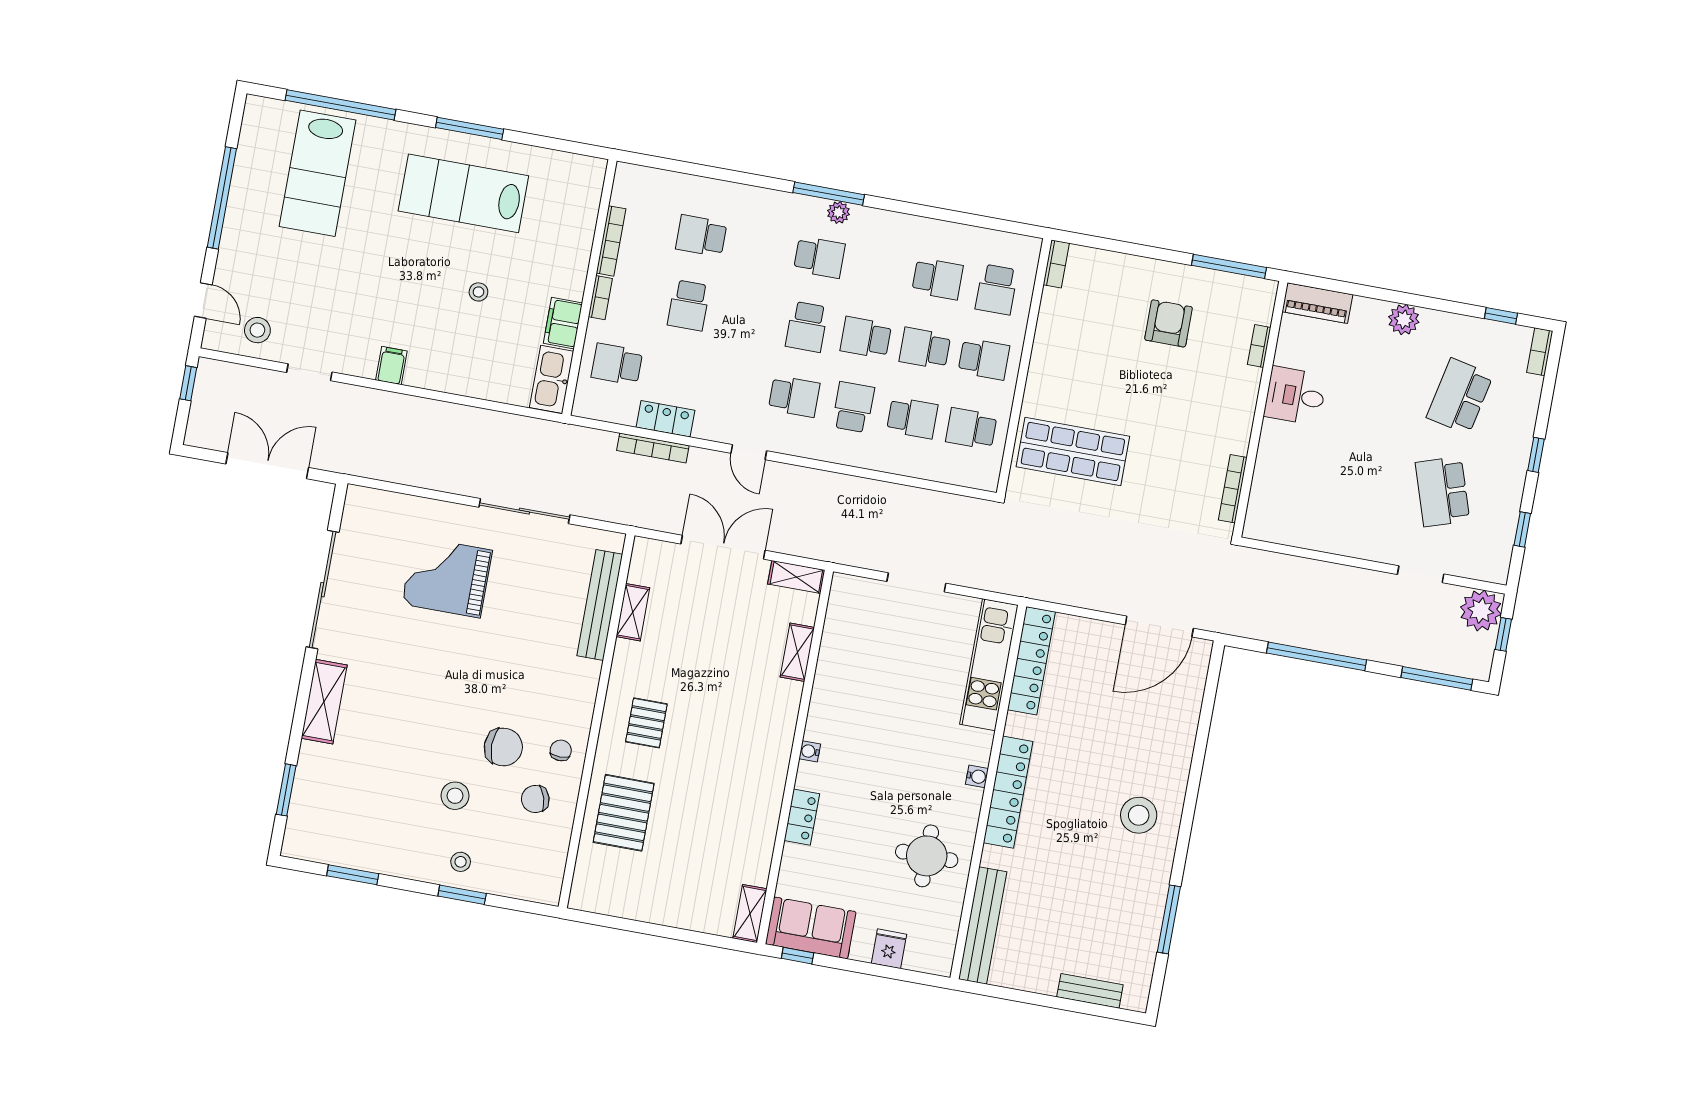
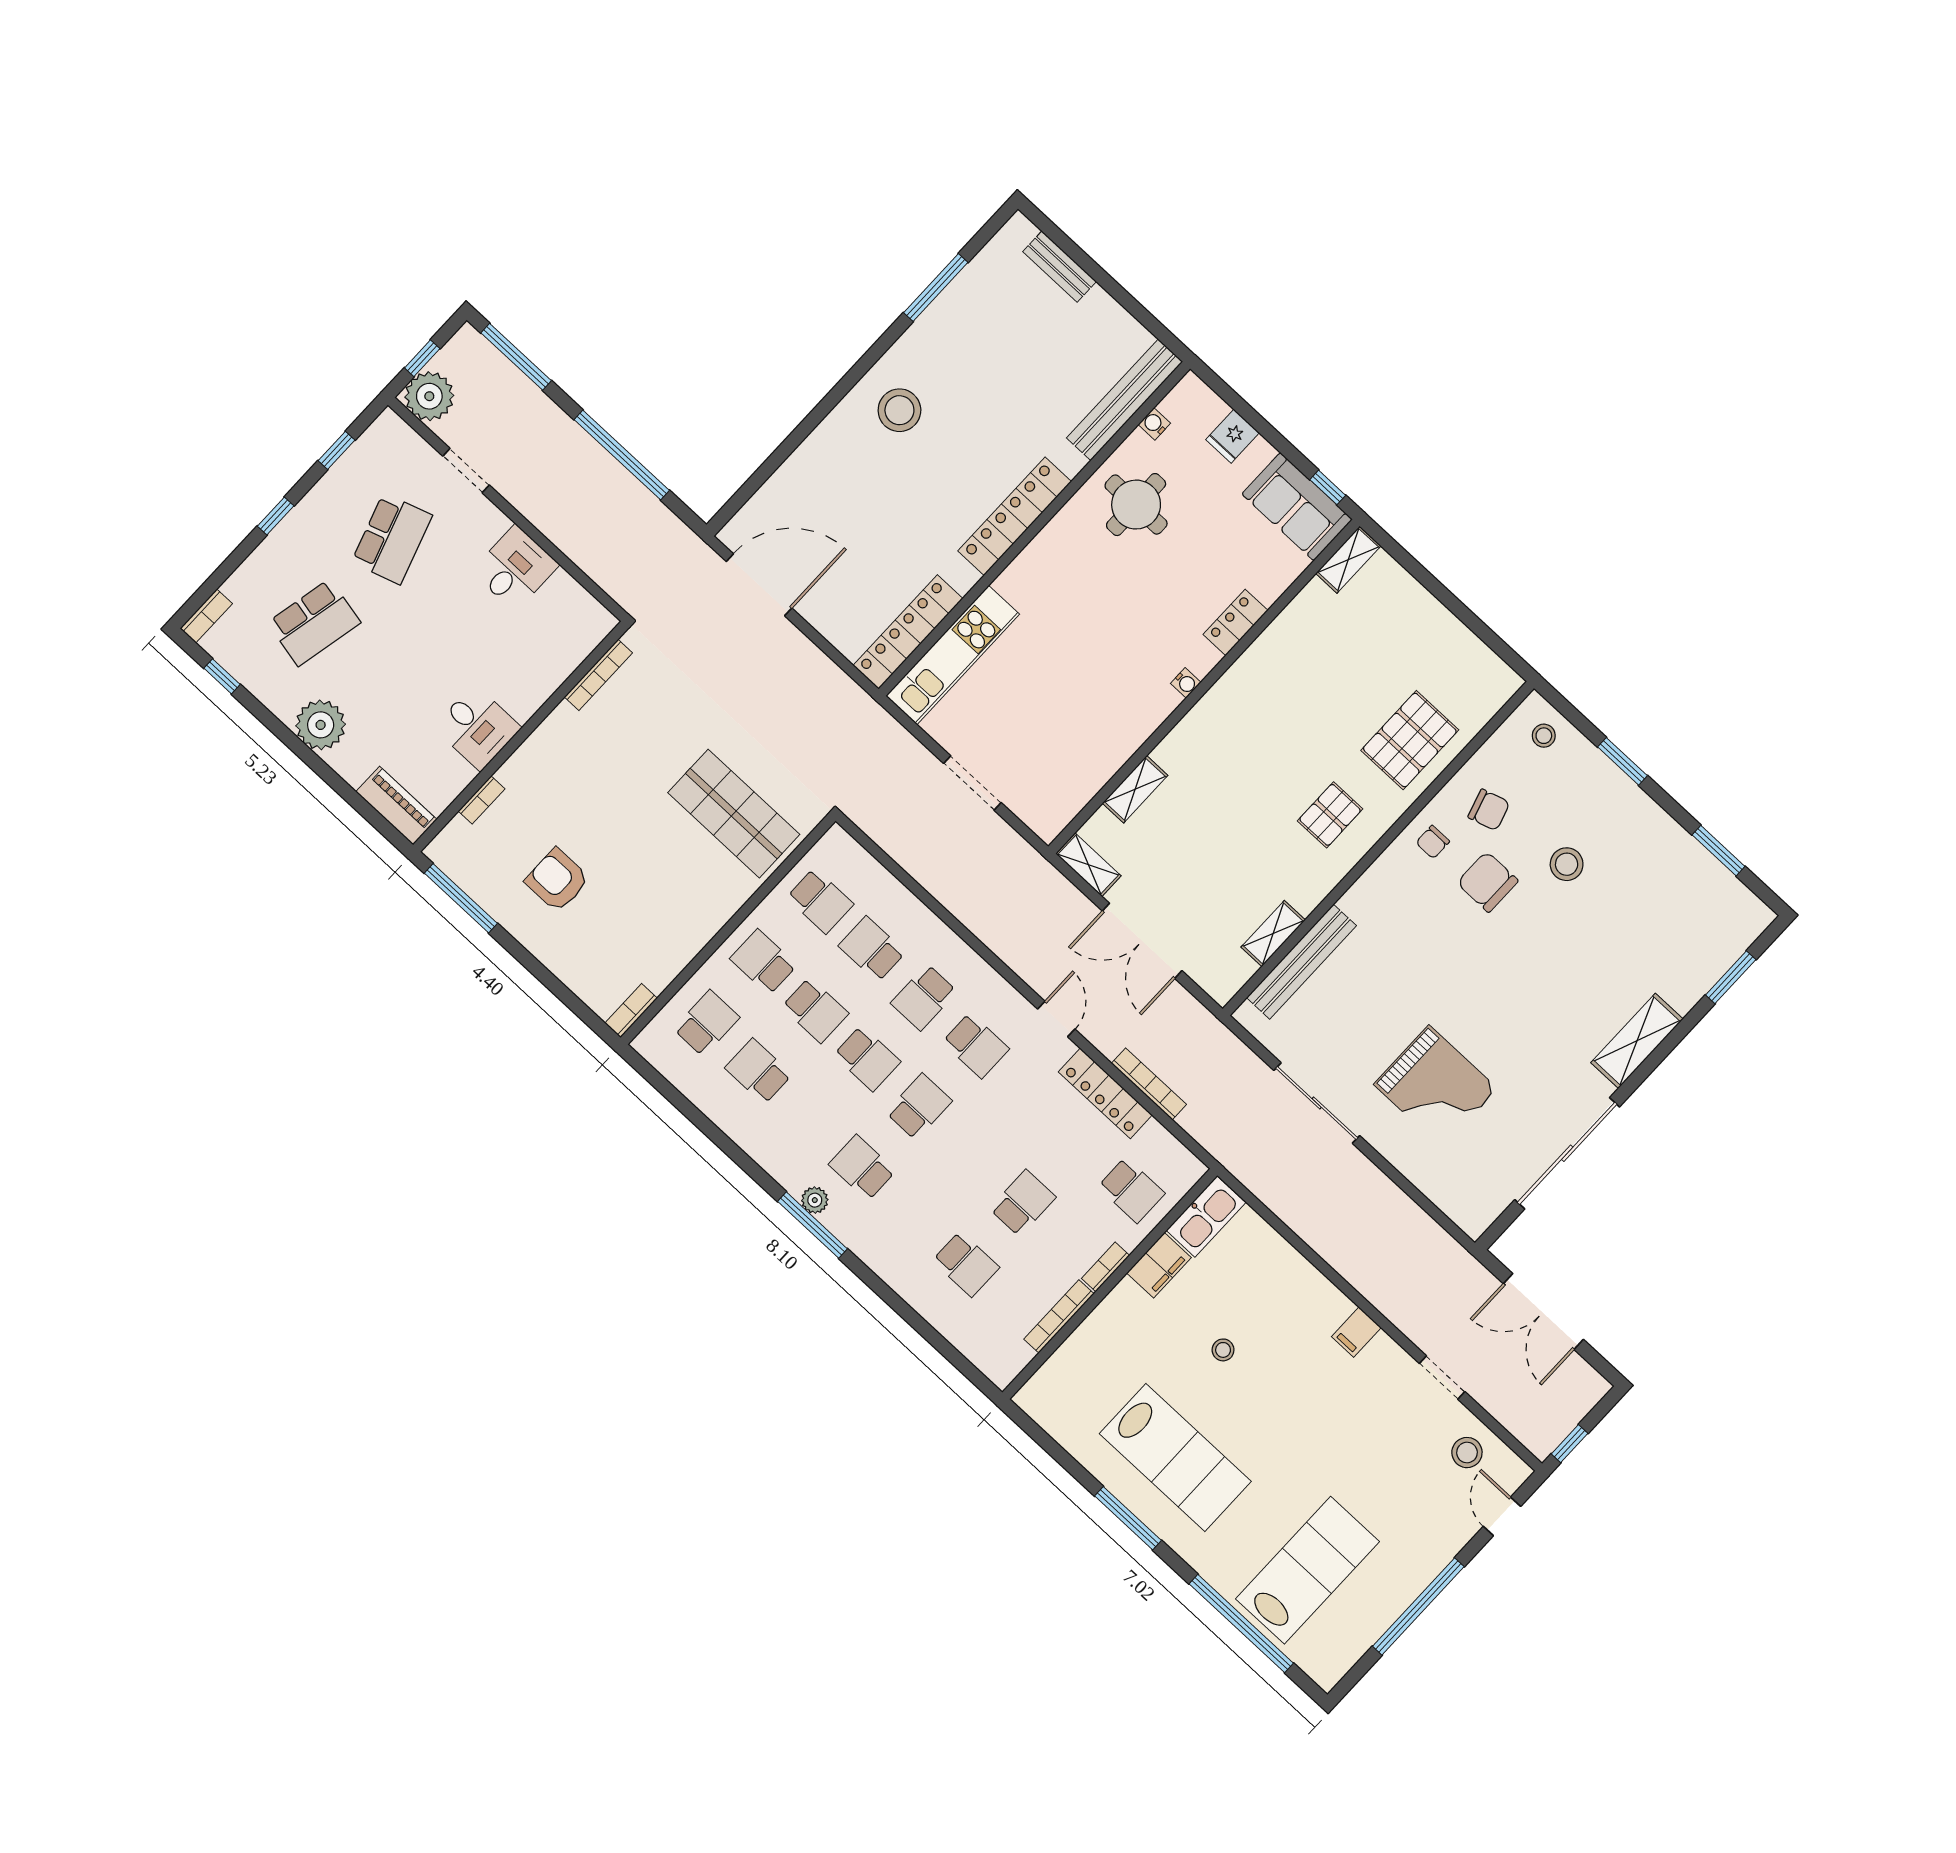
plant: (1404, 320) -> (321, 725), width x1.36, depth x1.36
armchair: (1169, 323) -> (557, 880), turned 90
school desk: (794, 396) -> (976, 1045), turned 180
locker: (666, 419) -> (1105, 1093), width x1.53
desk: (1341, 527) -> (515, 568), added
water cooler: (977, 776) -> (1154, 424), moved
stool: (461, 862) -> (1544, 736), moved

